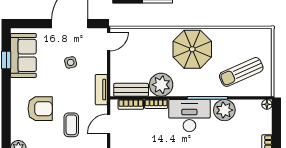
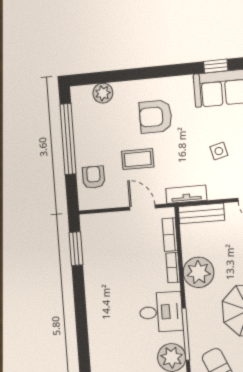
bench: (131, 90) -> (201, 213), moved, turned 90
armchair: (40, 109) -> (156, 117), turned 90
desk: (189, 116) -> (161, 312), width x0.73

